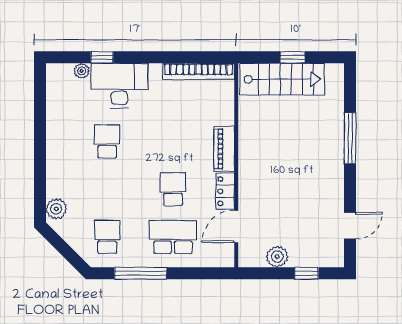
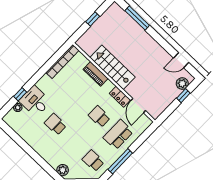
stairs: (282, 79) -> (113, 67), moved, turned -90
desk: (119, 86) -> (35, 101), width x0.73
window: (350, 138) -> (137, 18), moved
piano: (224, 149) -> (96, 74), moved
door: (350, 226) -> (181, 60), swing flipped
plant: (277, 257) -> (182, 84), moved

